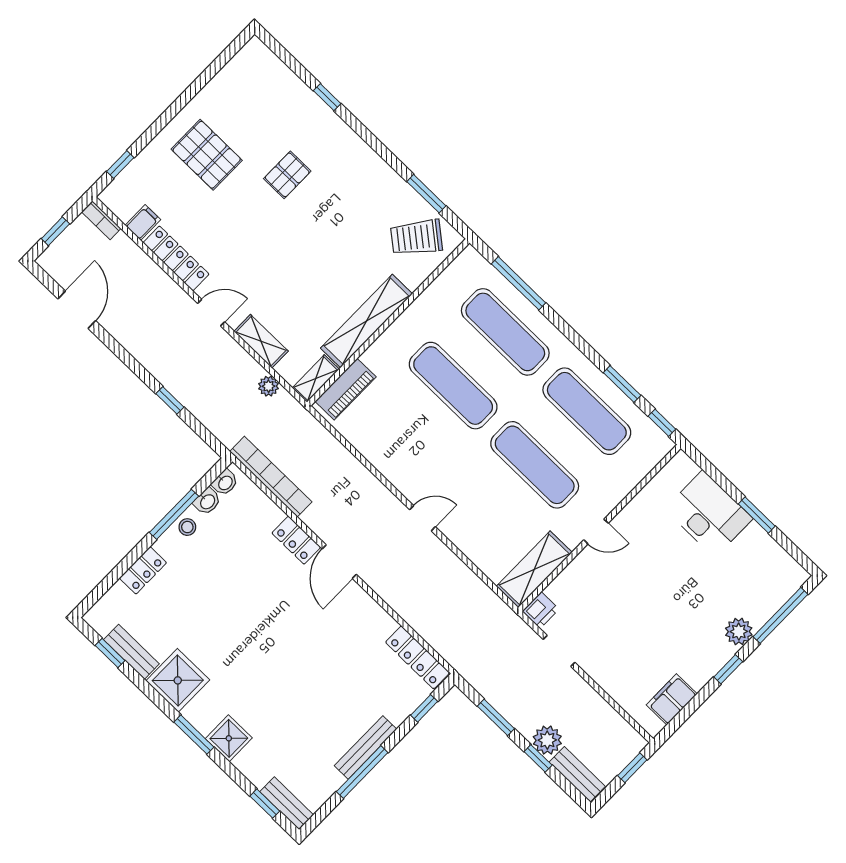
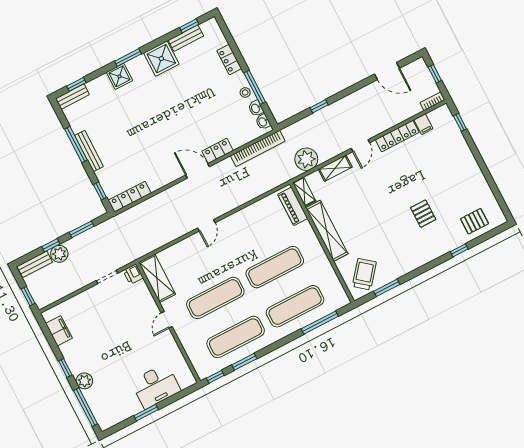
pallet: (207, 155) -> (475, 221), moved, width x0.67, depth x0.71
plant: (268, 386) -> (306, 159), width x1.87, depth x1.87

